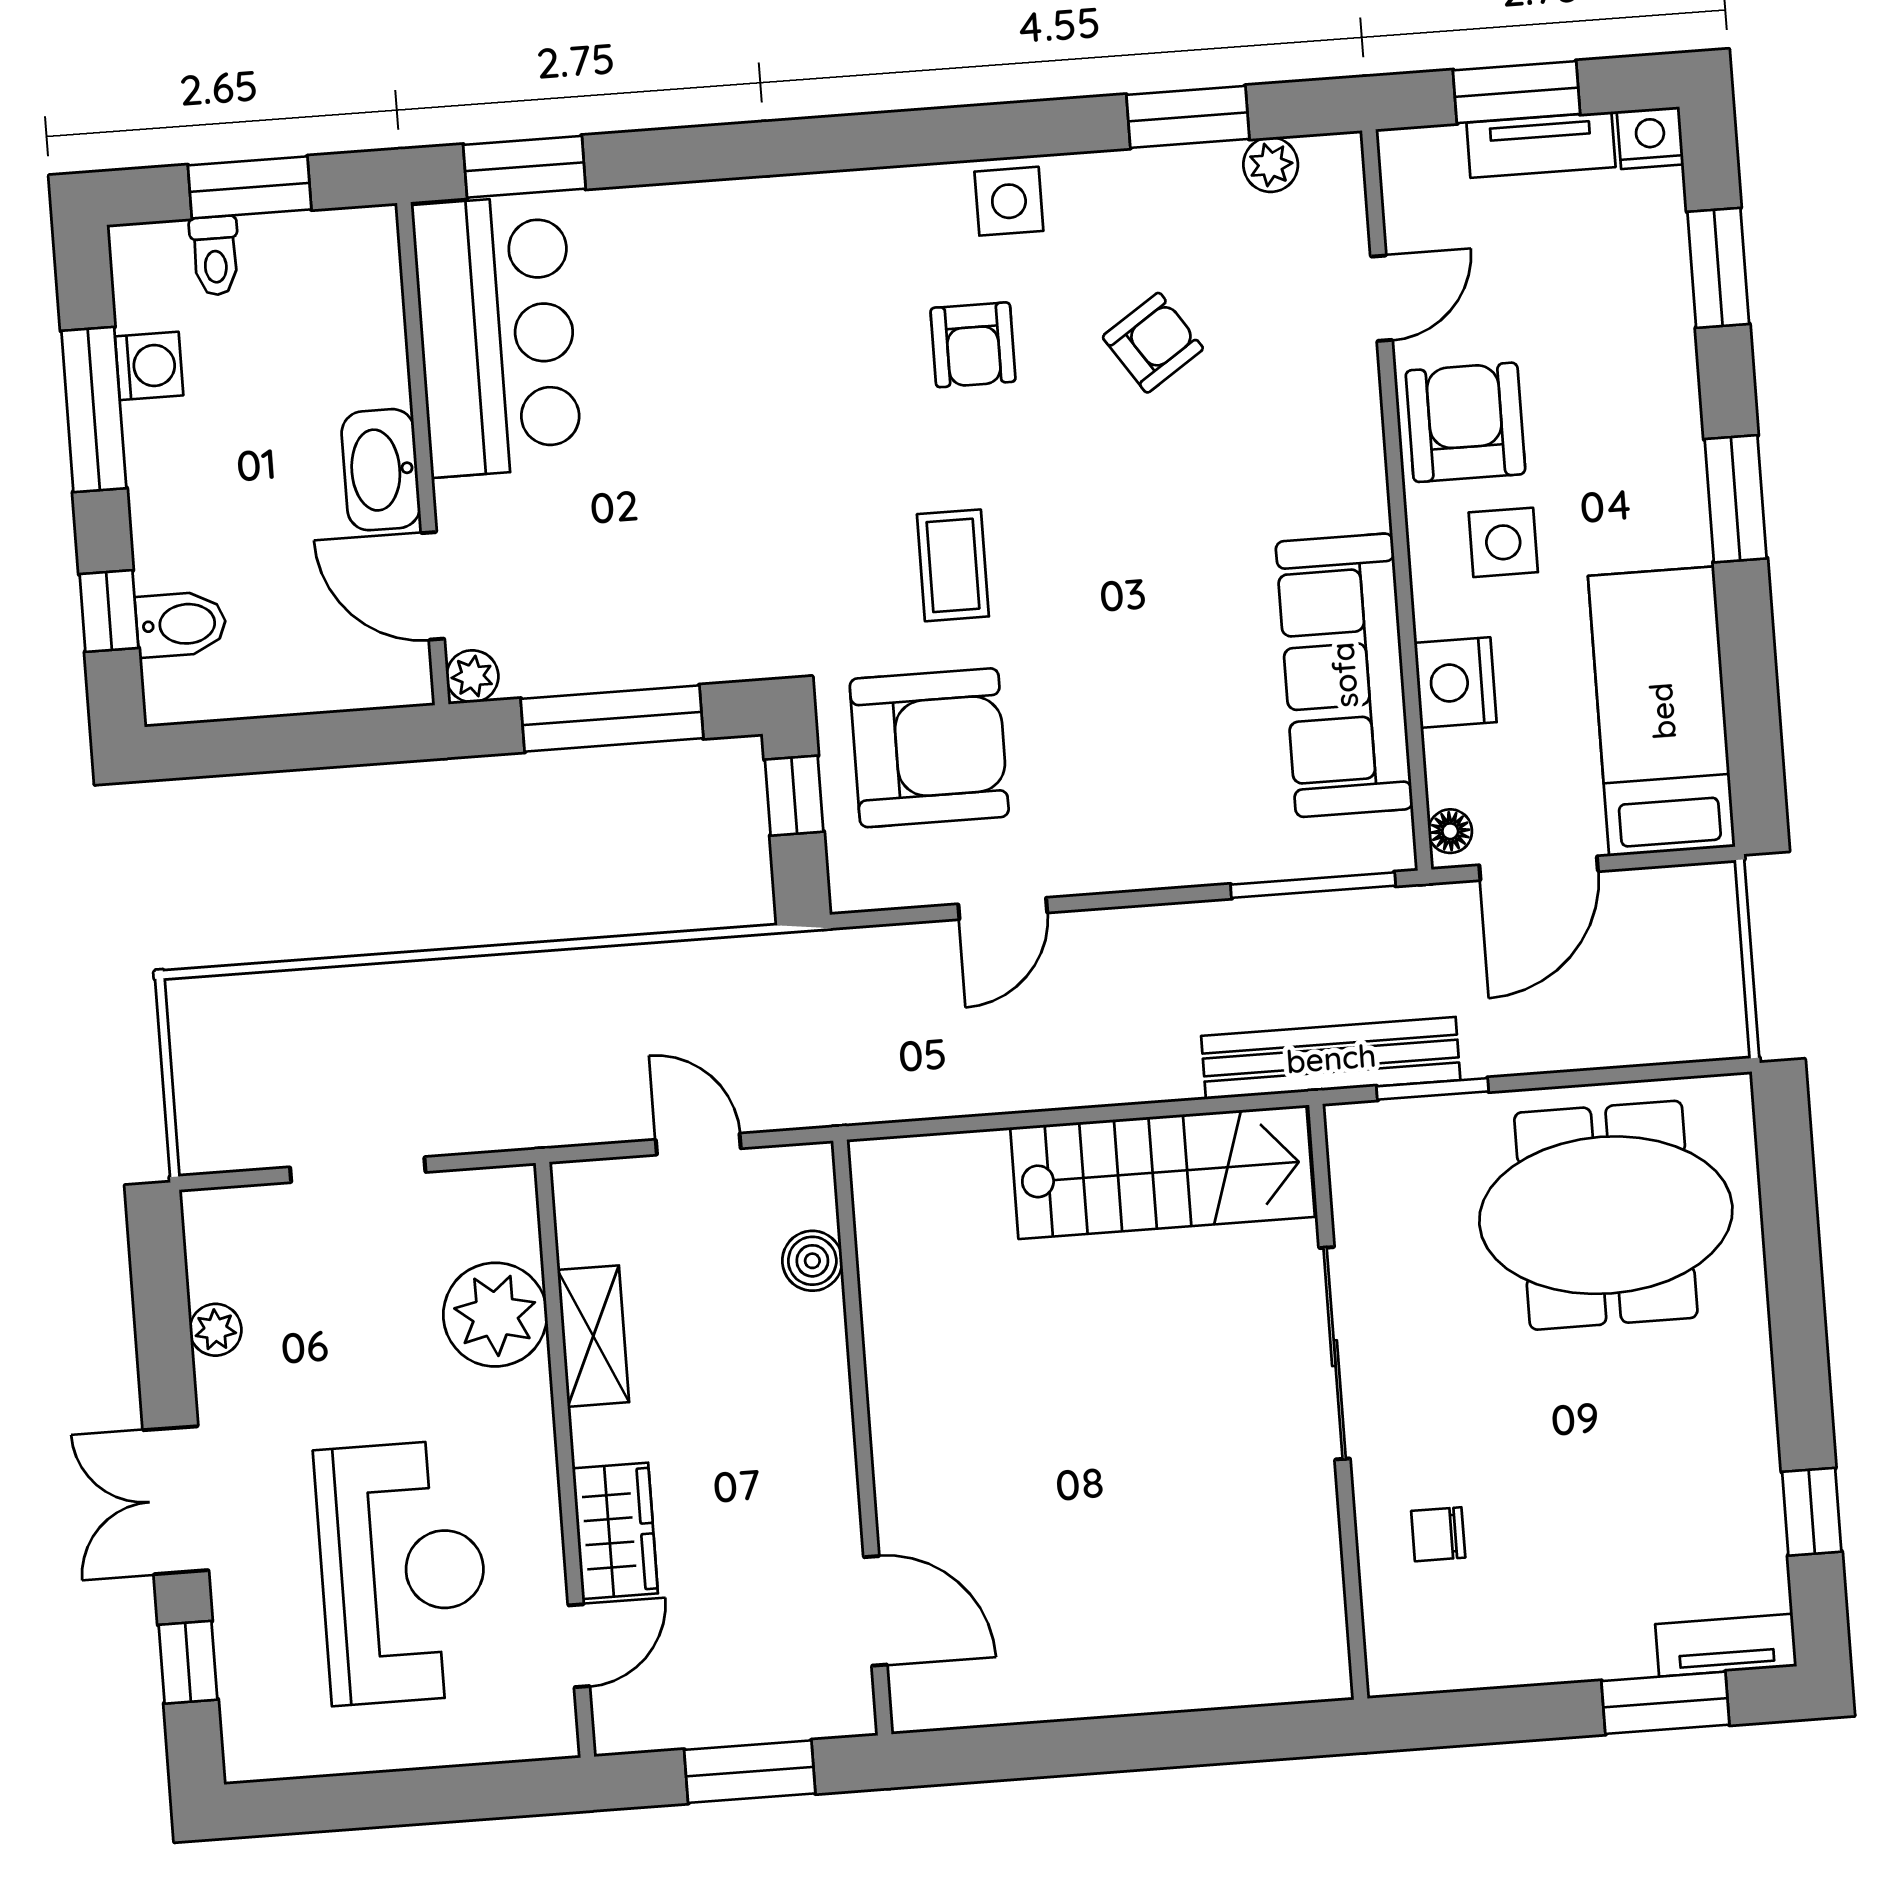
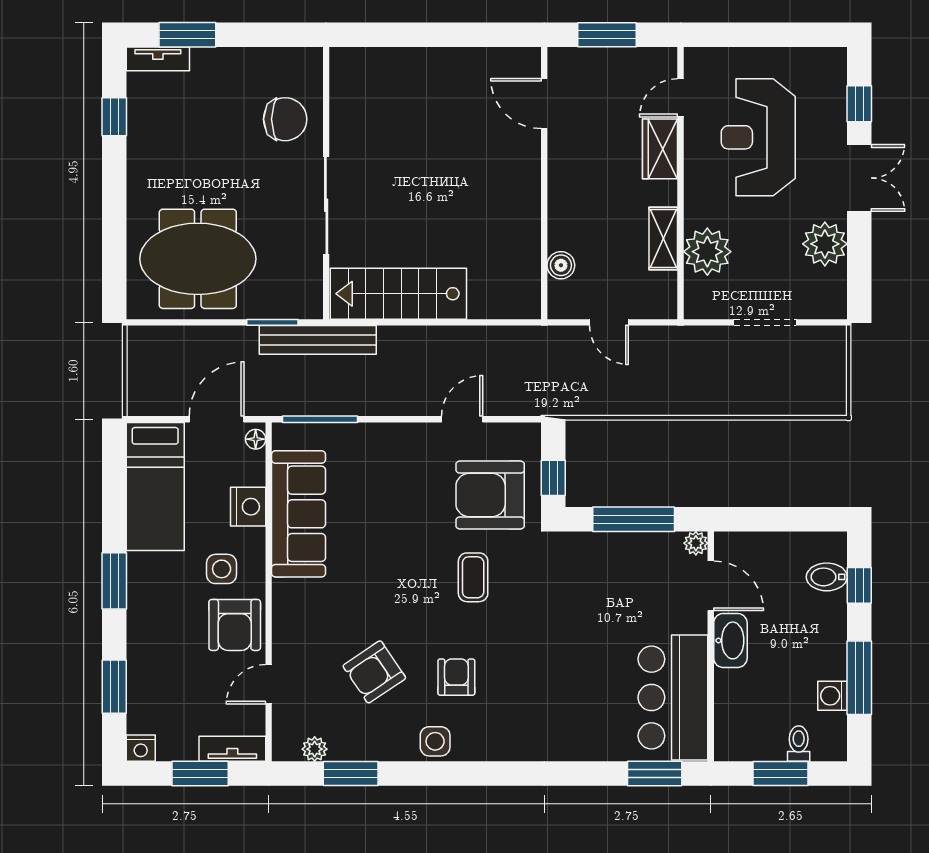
tv unit: (1541, 145) -> (232, 749), moved
armchair: (1153, 343) -> (374, 672), width x1.38, depth x1.38
plant: (216, 1330) -> (825, 244), width x1.87, depth x1.87
chair: (1438, 1534) -> (285, 119), width x1.87, depth x1.87

